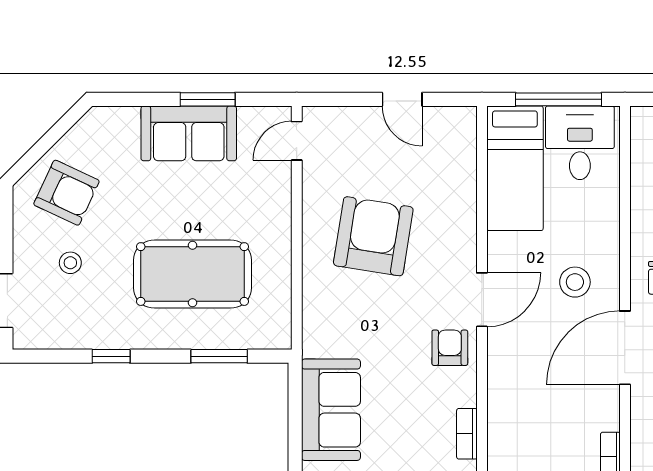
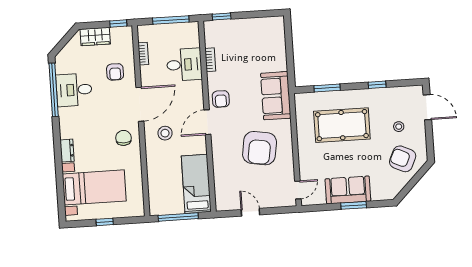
window: (208, 99) -> (354, 205), moved
desk: (580, 143) -> (184, 65), moved, turned -90
sofa: (331, 410) -> (276, 96), moved

